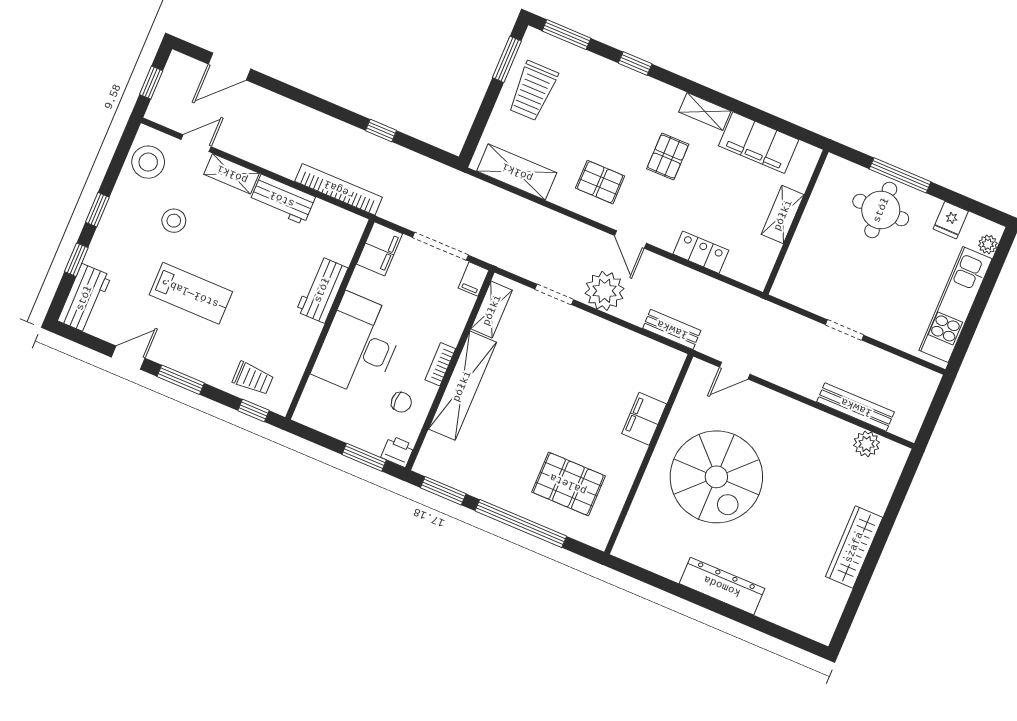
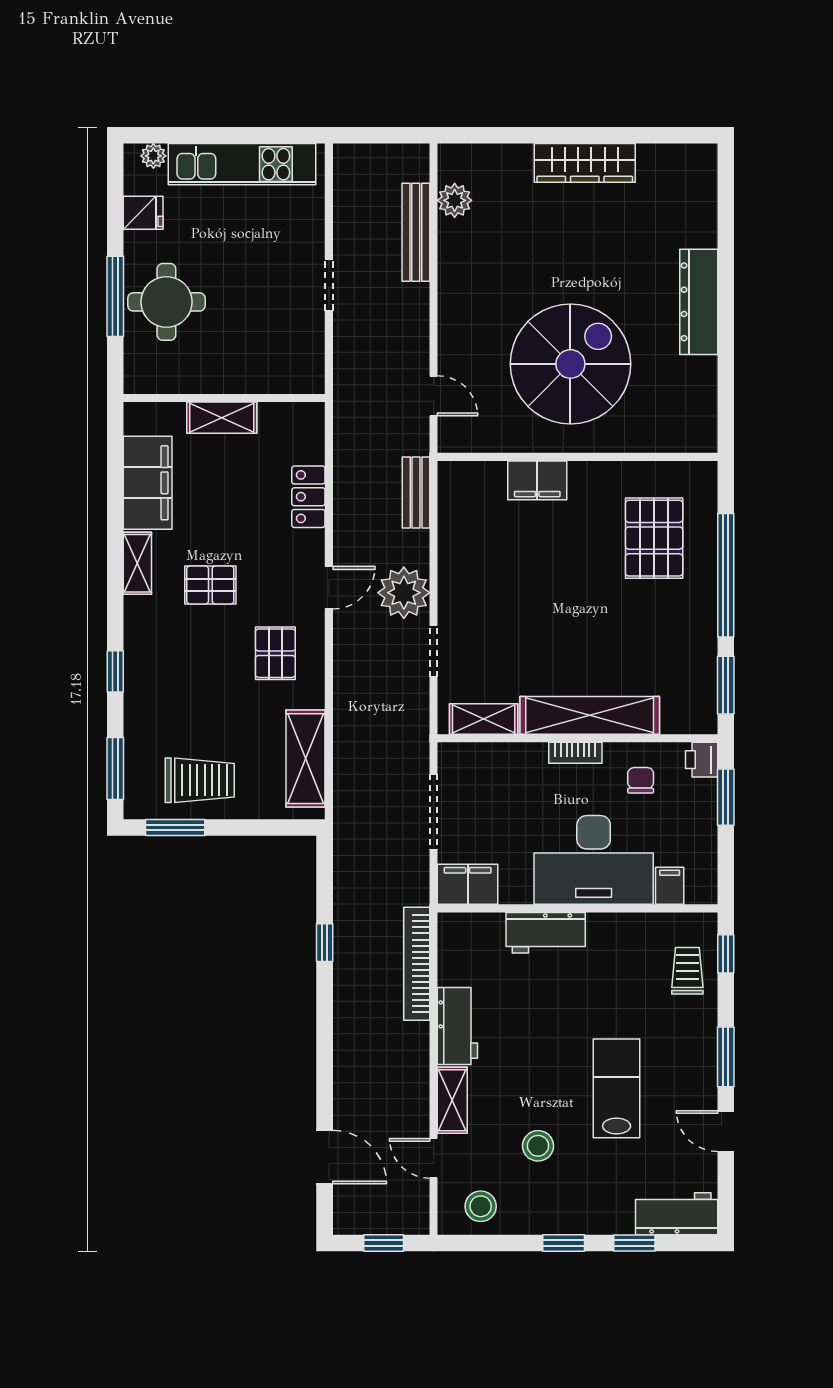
stool: (148, 162) -> (481, 1206), width x0.73, depth x0.73
filing cabinet: (474, 279) -> (670, 886), moved, turned -90

